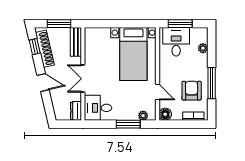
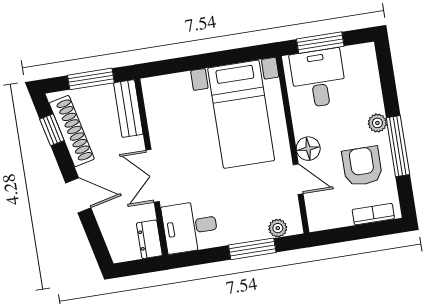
plant: (203, 48) -> (377, 123), moved
floor lamp: (165, 114) -> (308, 149), moved

